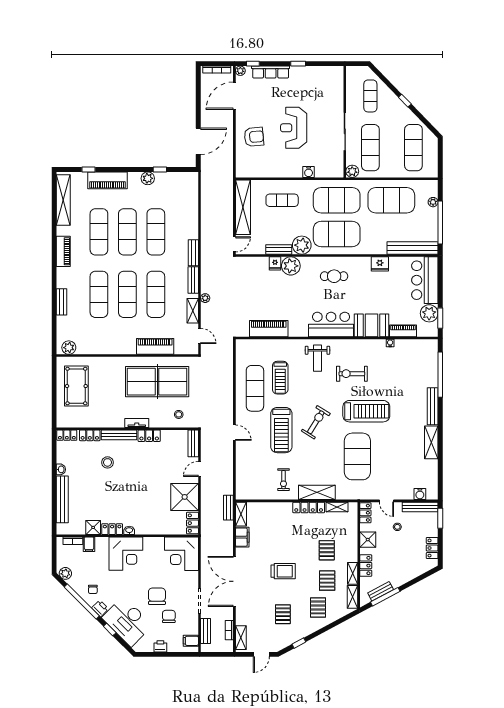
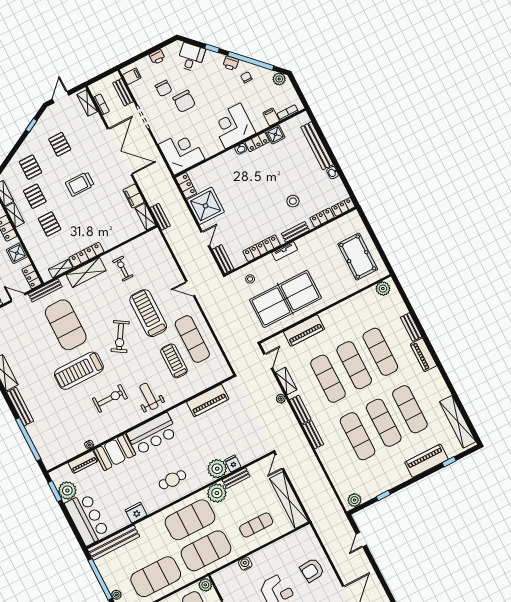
door: (198, 141) -> (361, 540), width x0.53
plant: (148, 178) -> (355, 500), moved
piano: (63, 251) -> (423, 355), moved
door: (199, 336) -> (268, 361), swing flipped
bench: (119, 435) -> (295, 232), width x0.73
locker: (149, 436) -> (262, 248), width x1.53
bench: (360, 495) -> (45, 290), added
desk: (127, 621) -> (191, 57), width x0.53, depth x0.77

